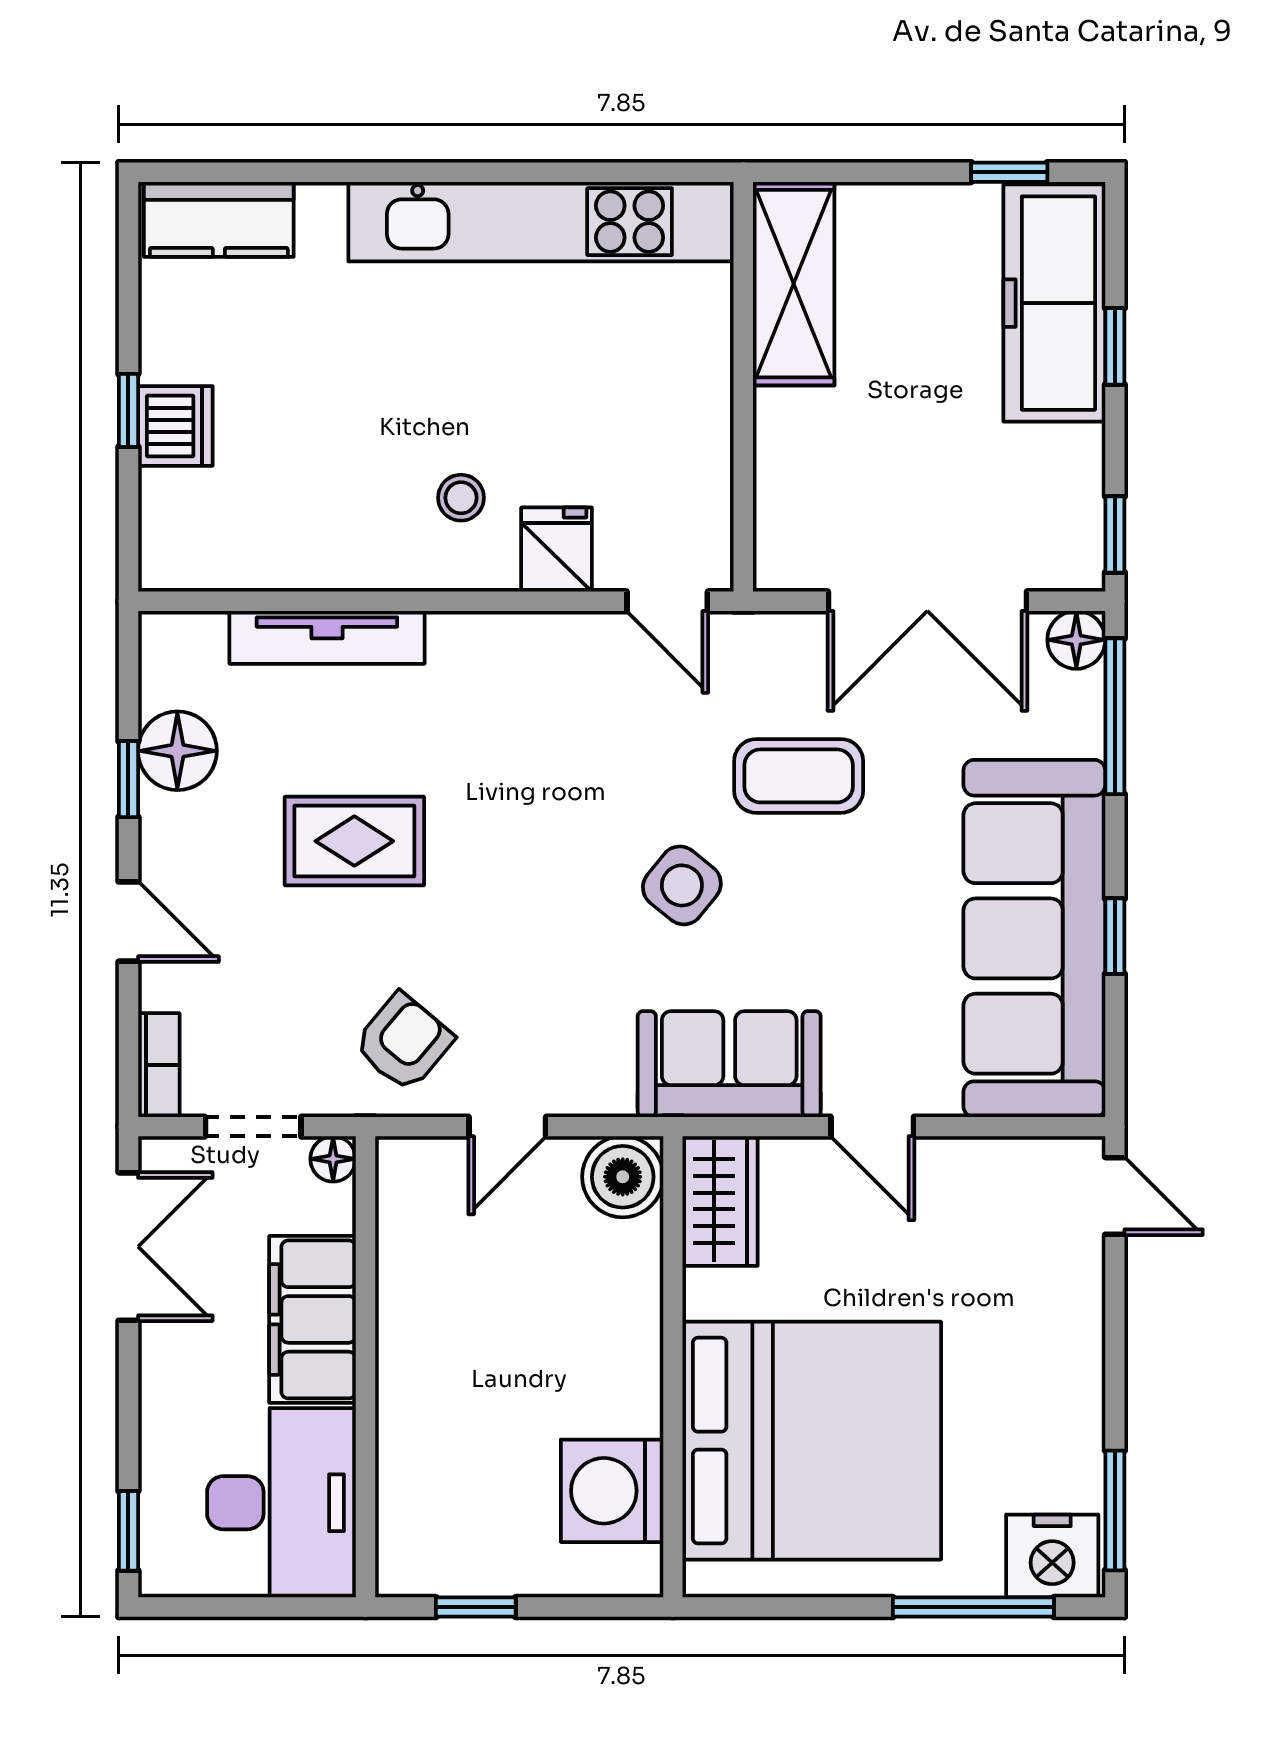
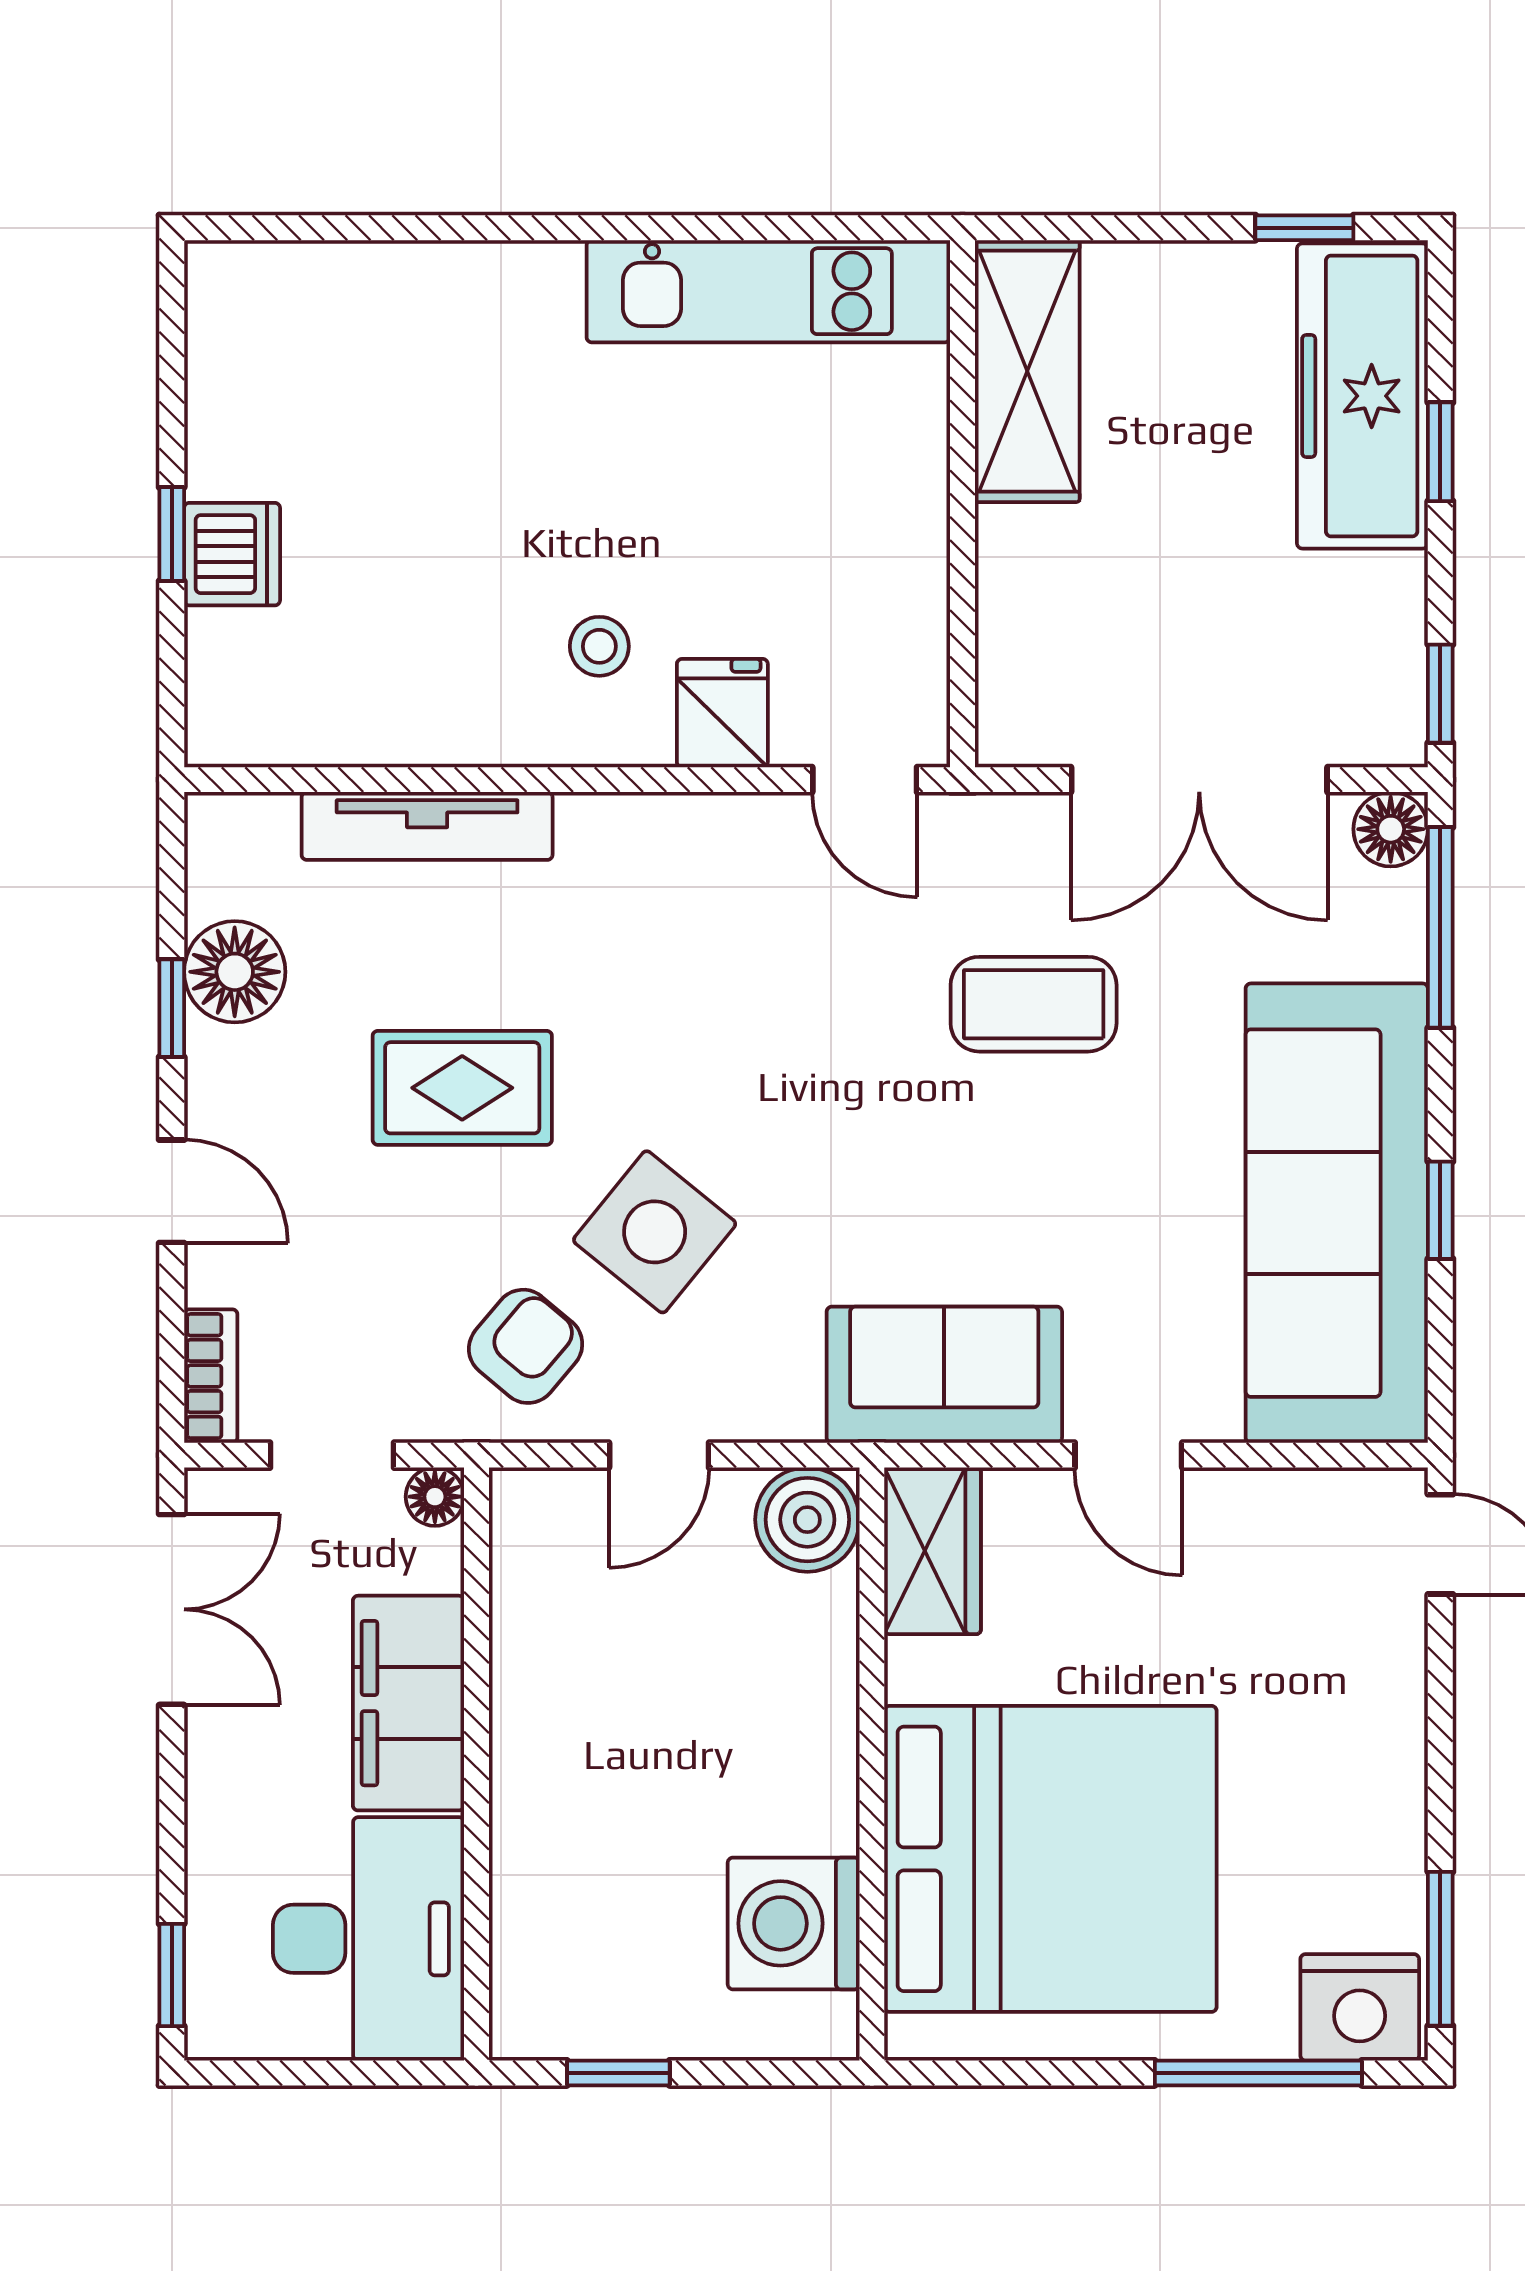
kitchen counter: (219, 219) -> (288, 288), removed
kitchen unit: (541, 222) -> (768, 291), width x0.73
side table: (682, 885) -> (655, 1232), moved, width x1.37, depth x1.37

